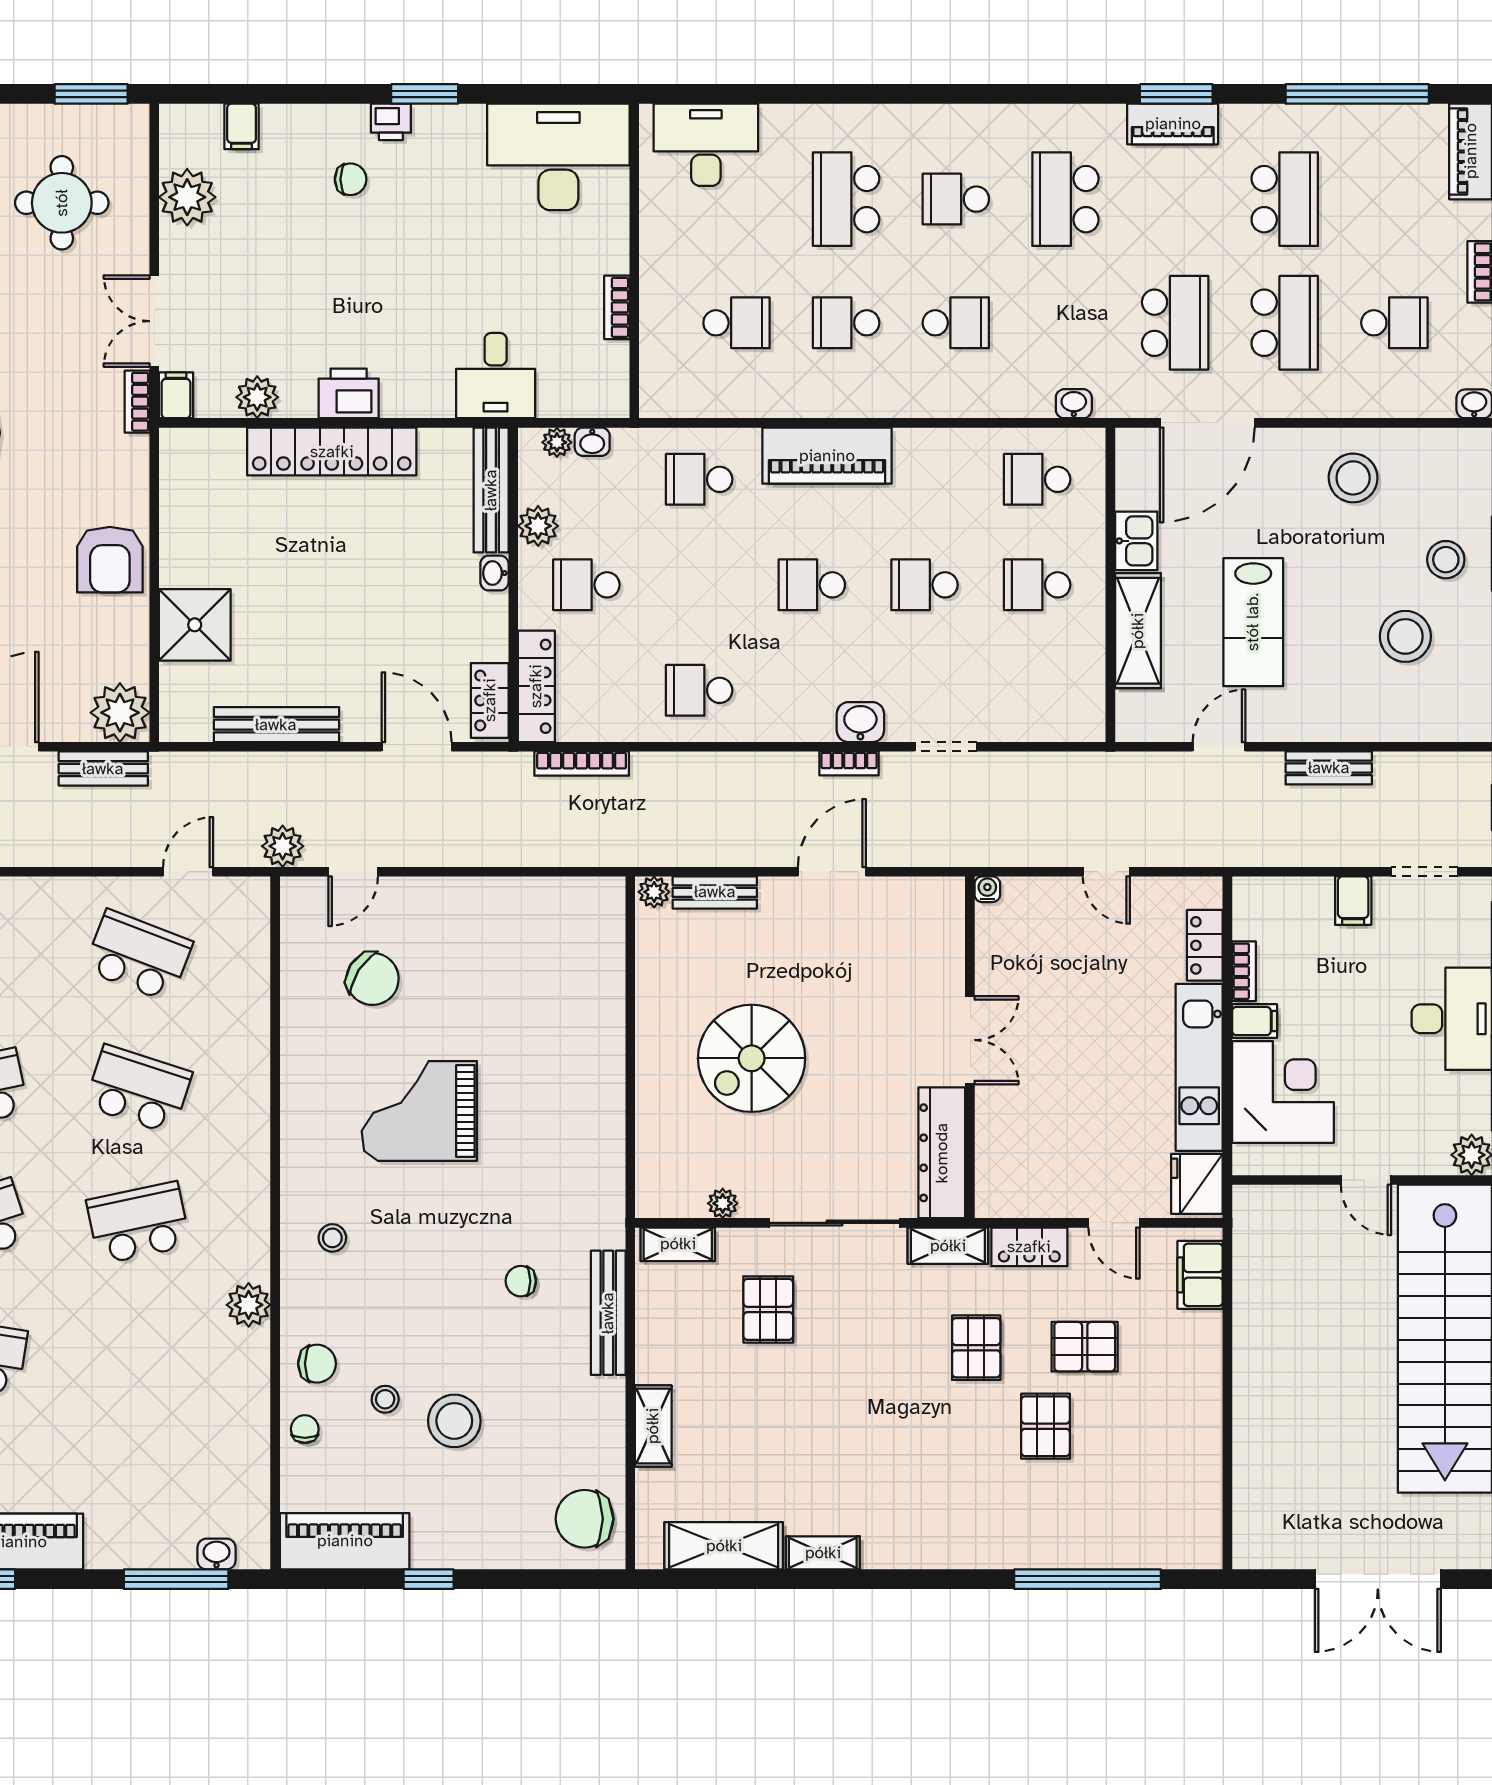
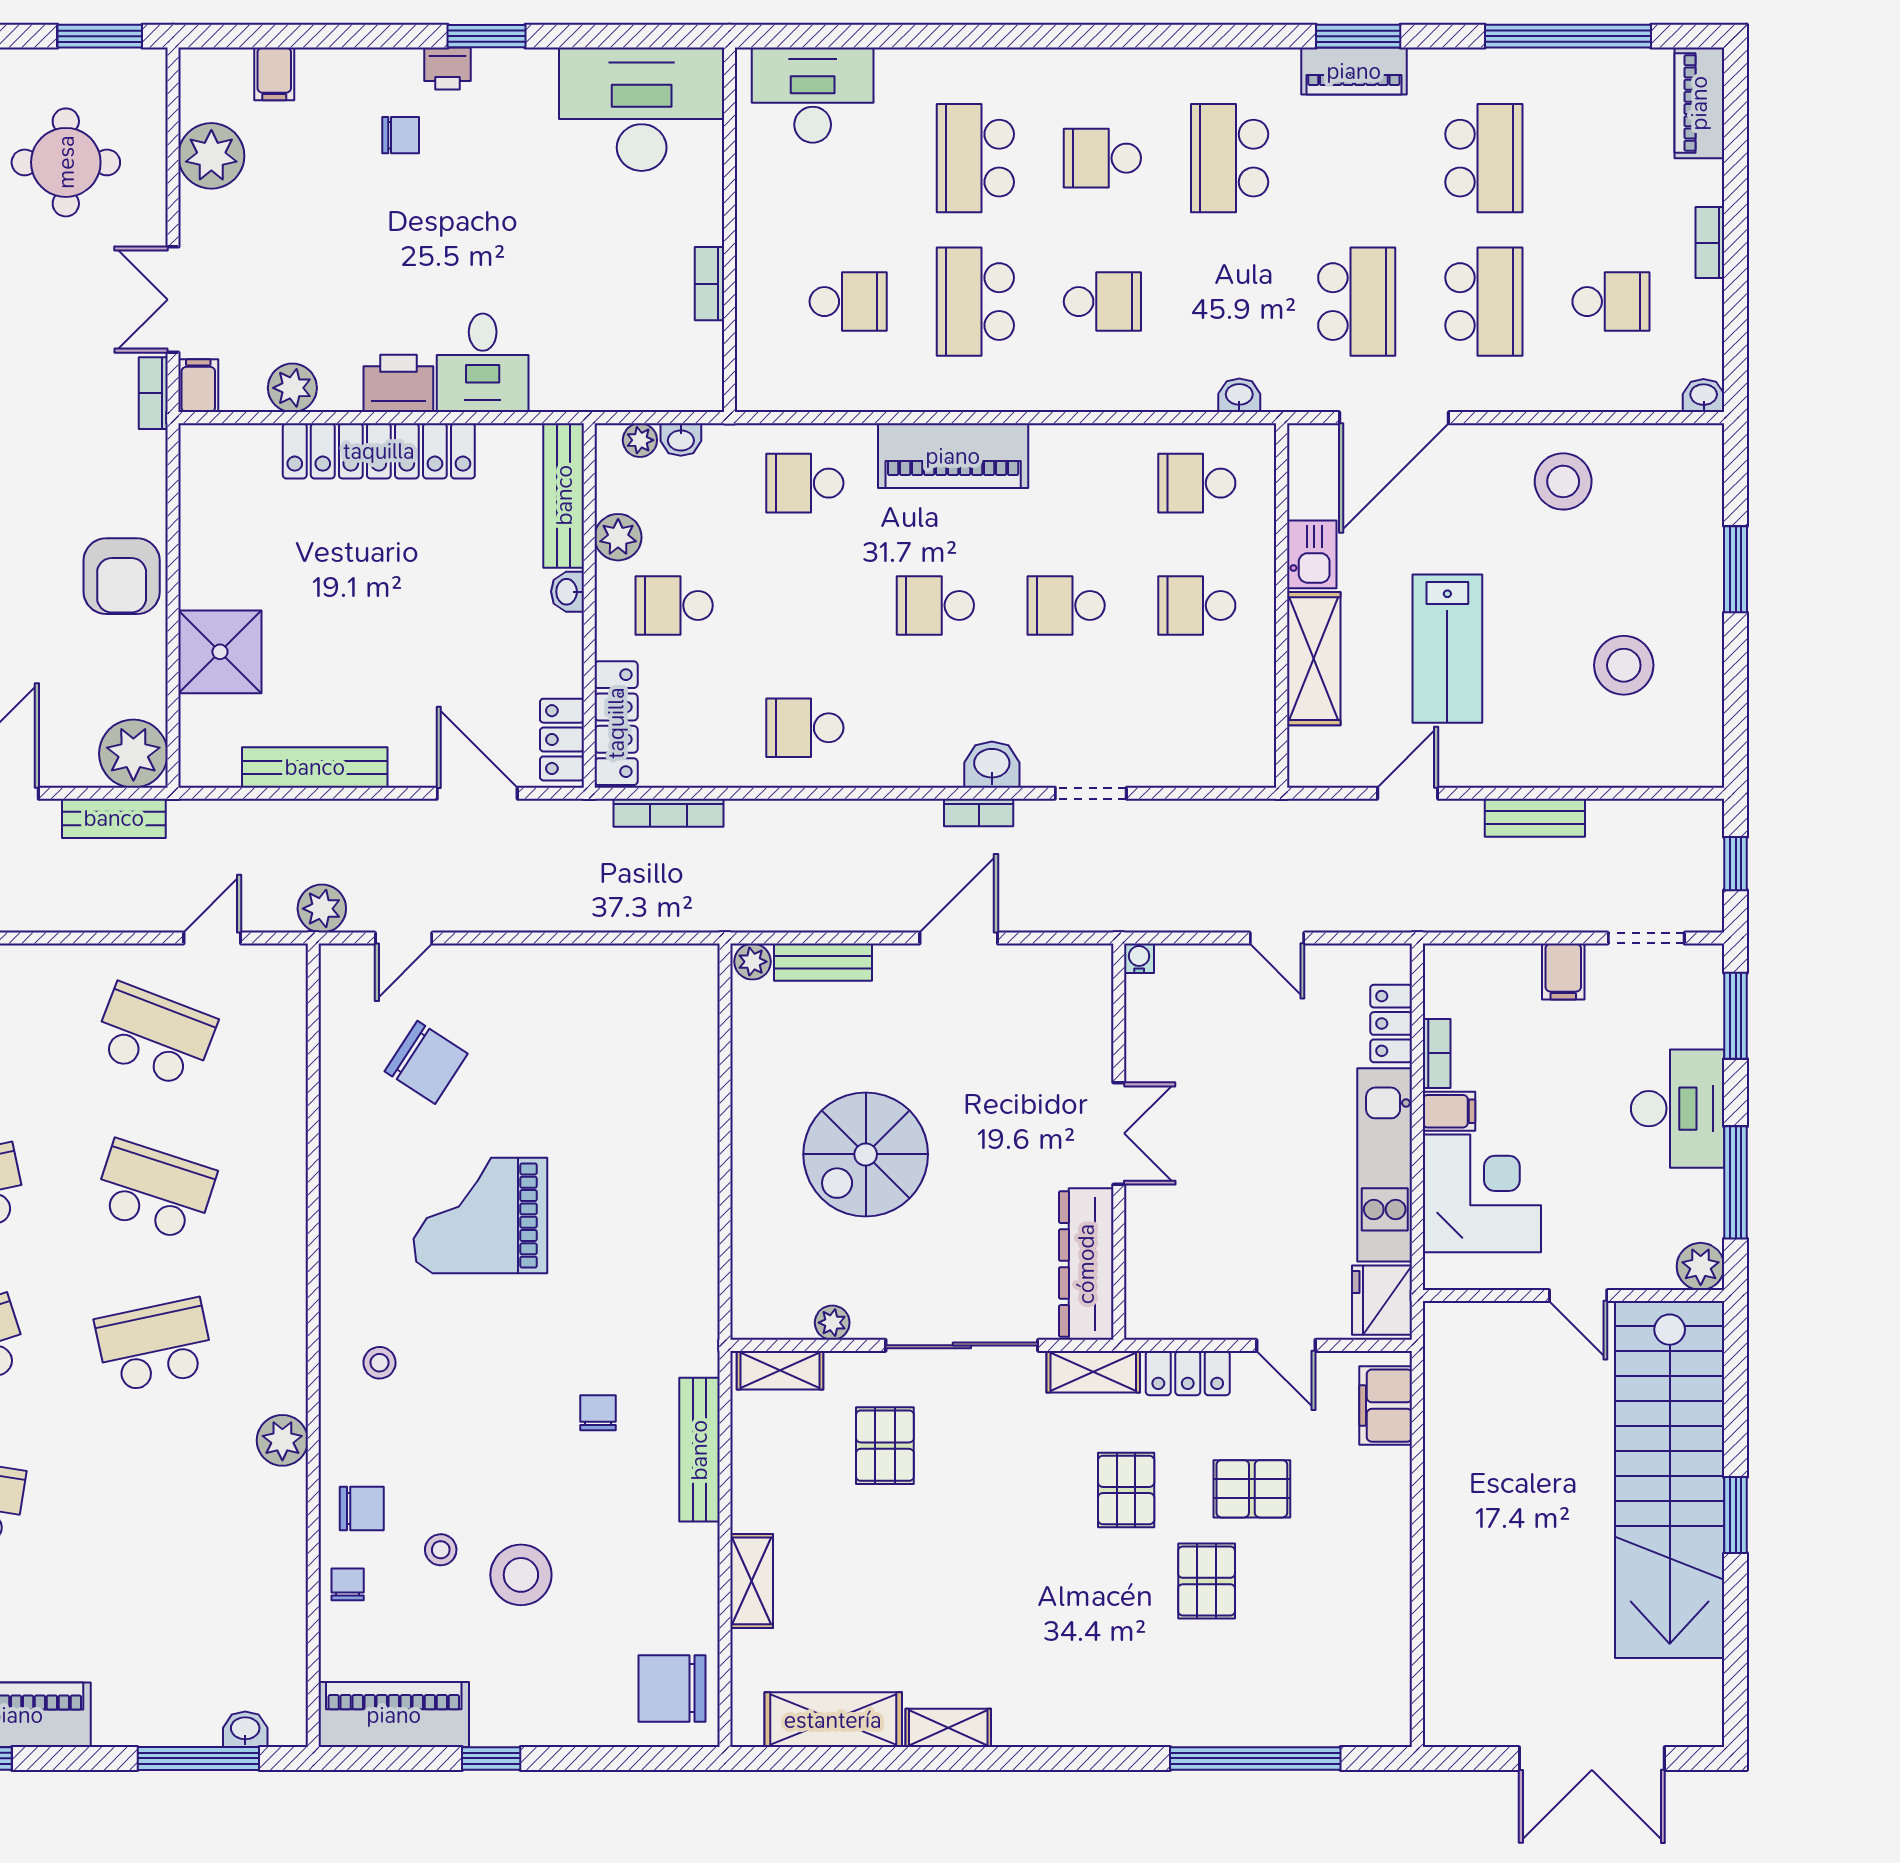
school desk: (846, 323) -> (975, 302), width x1.85
desk: (496, 376) -> (483, 363), moved
stool: (1446, 560) -> (1671, 576), removed
chair: (521, 1281) -> (598, 1413), turned 90

